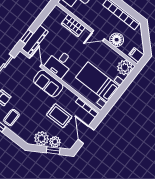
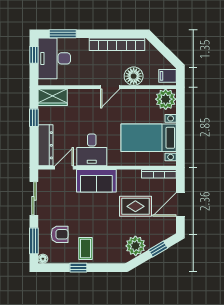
wardrobe: (73, 25) -> (53, 97), moved
window: (27, 37) -> (34, 118), moved
door: (35, 61) -> (64, 168), hinge flipped
door: (86, 135) -> (180, 204), hinge flipped
plant: (55, 142) -> (153, 238), removed

